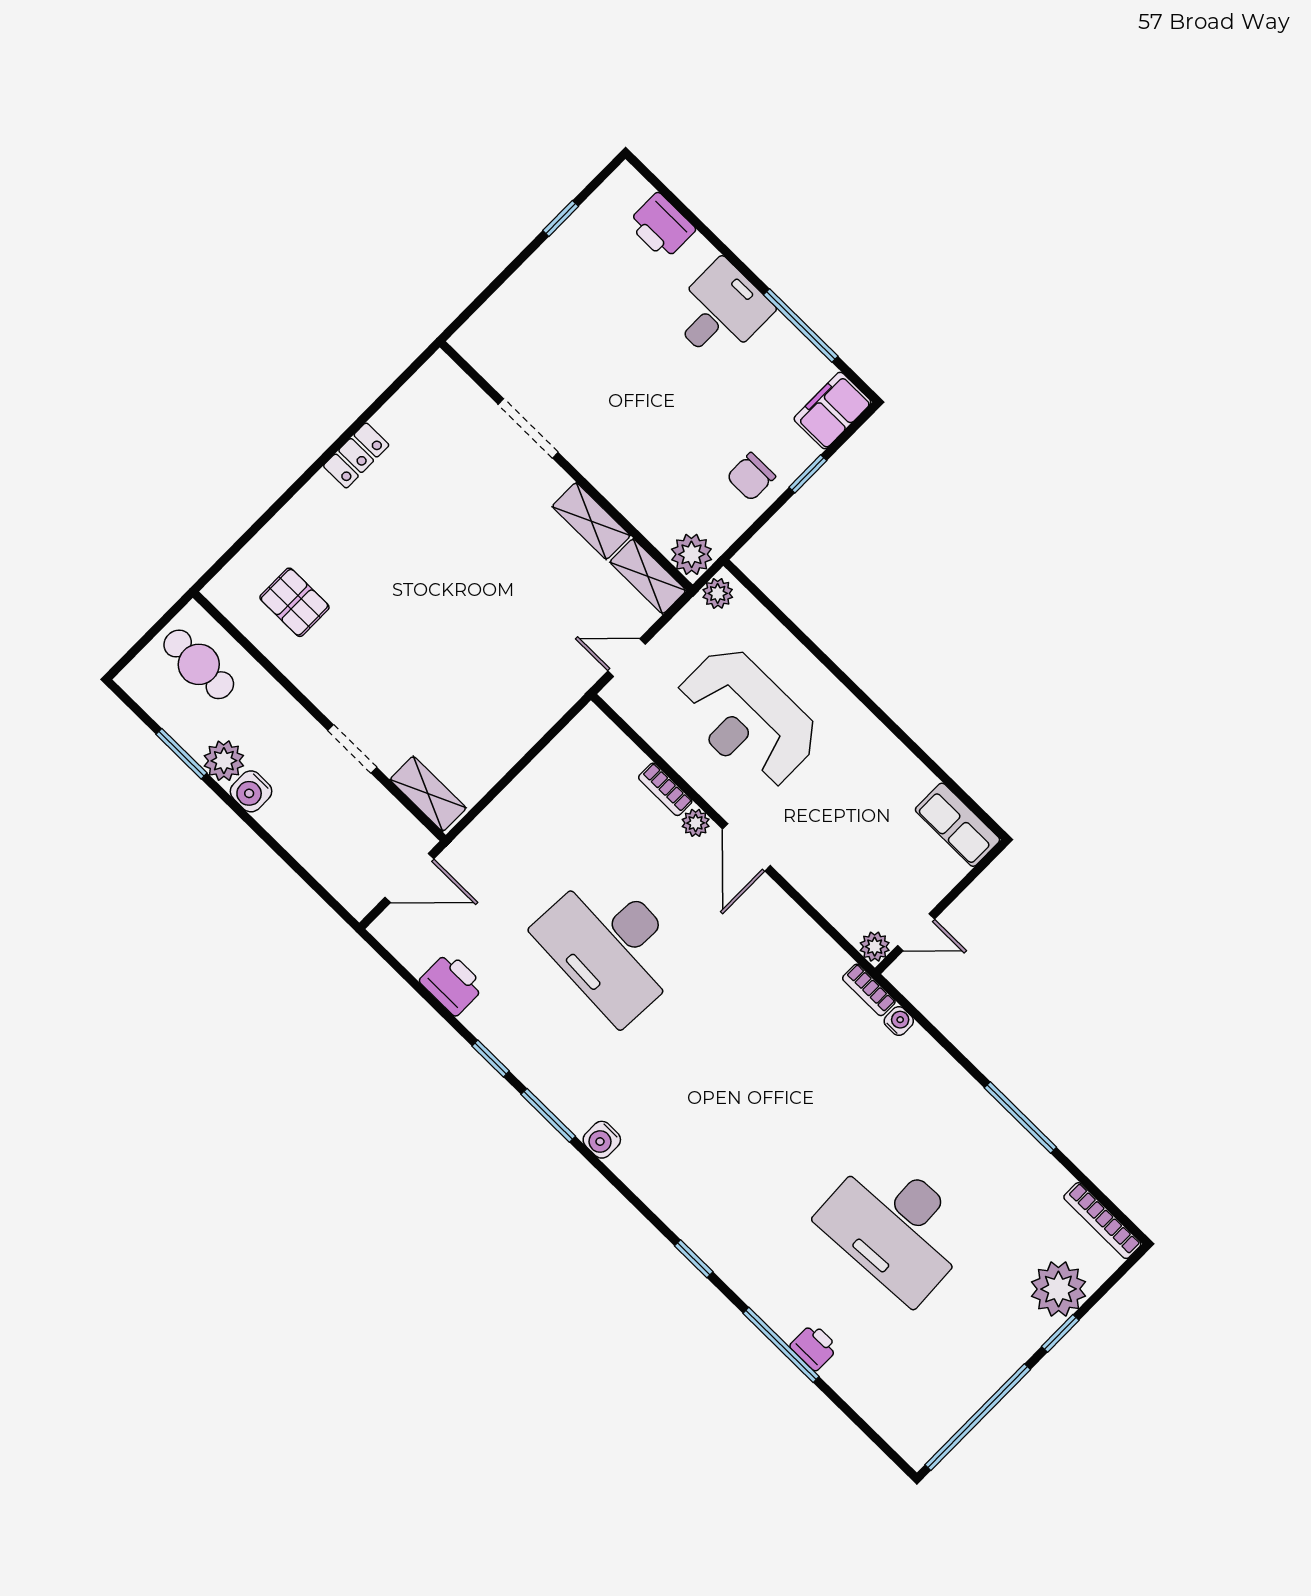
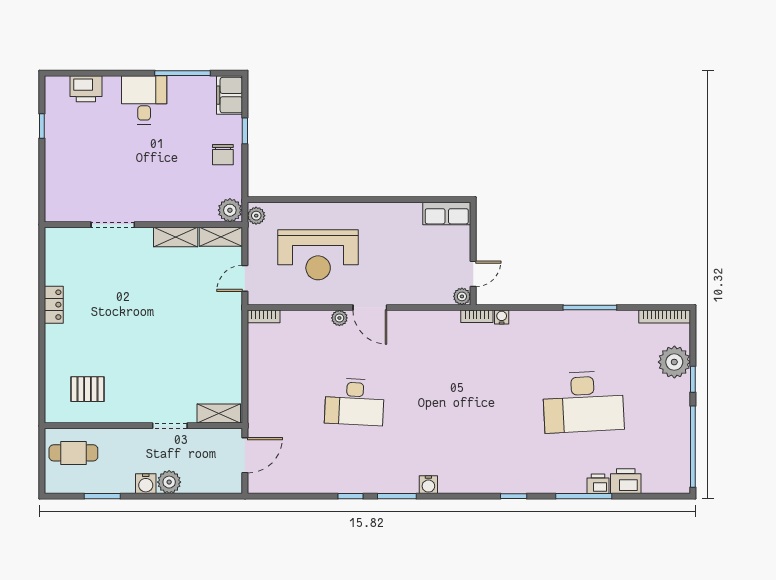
plant: (224, 761) -> (169, 482), moved
bookcase: (665, 789) -> (264, 316), moved
desk: (611, 946) -> (355, 402), width x0.73, depth x0.77
printer: (452, 984) -> (626, 481), moved

